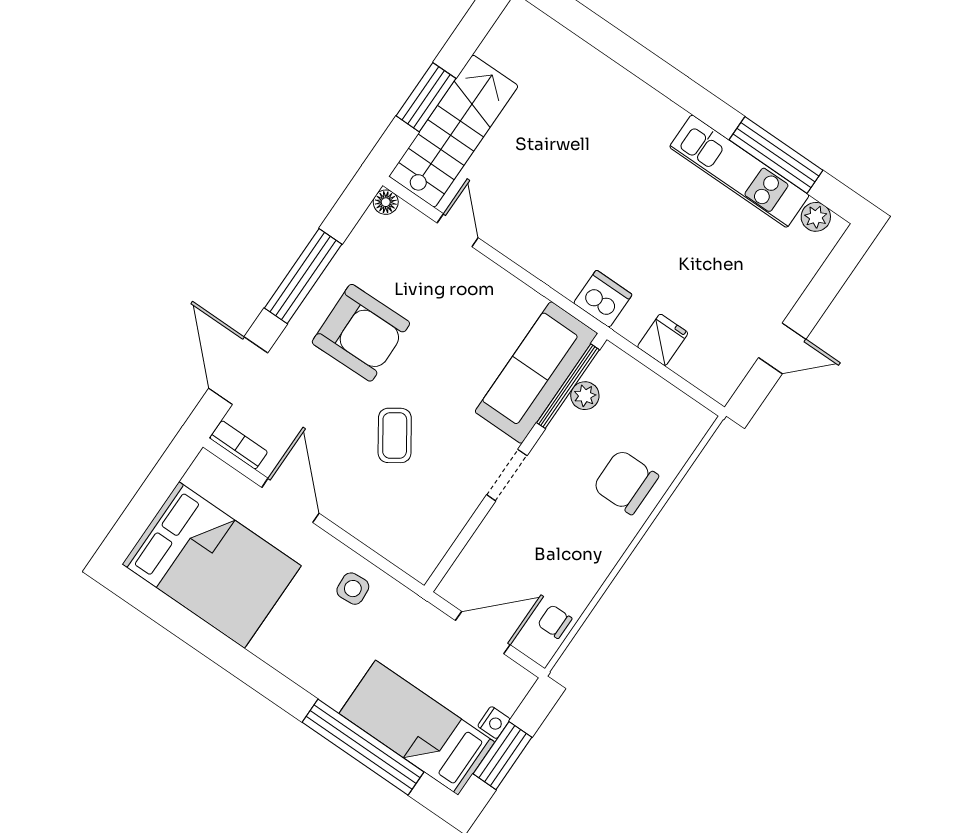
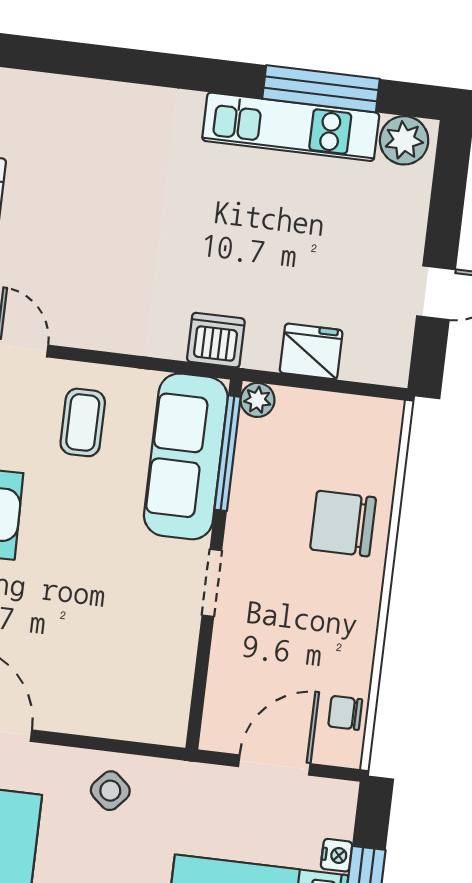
plant: (816, 217) -> (404, 140), width x1.38, depth x1.38
fridge: (663, 340) -> (311, 351), width x1.38
plant: (585, 396) -> (257, 400), moved
coffee table: (395, 435) -> (83, 422), moved, turned 34
side table: (353, 589) -> (110, 791), turned 45

